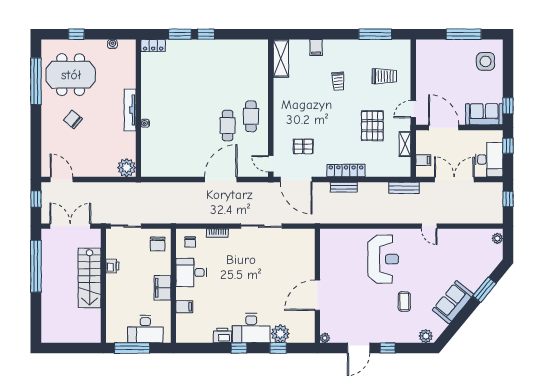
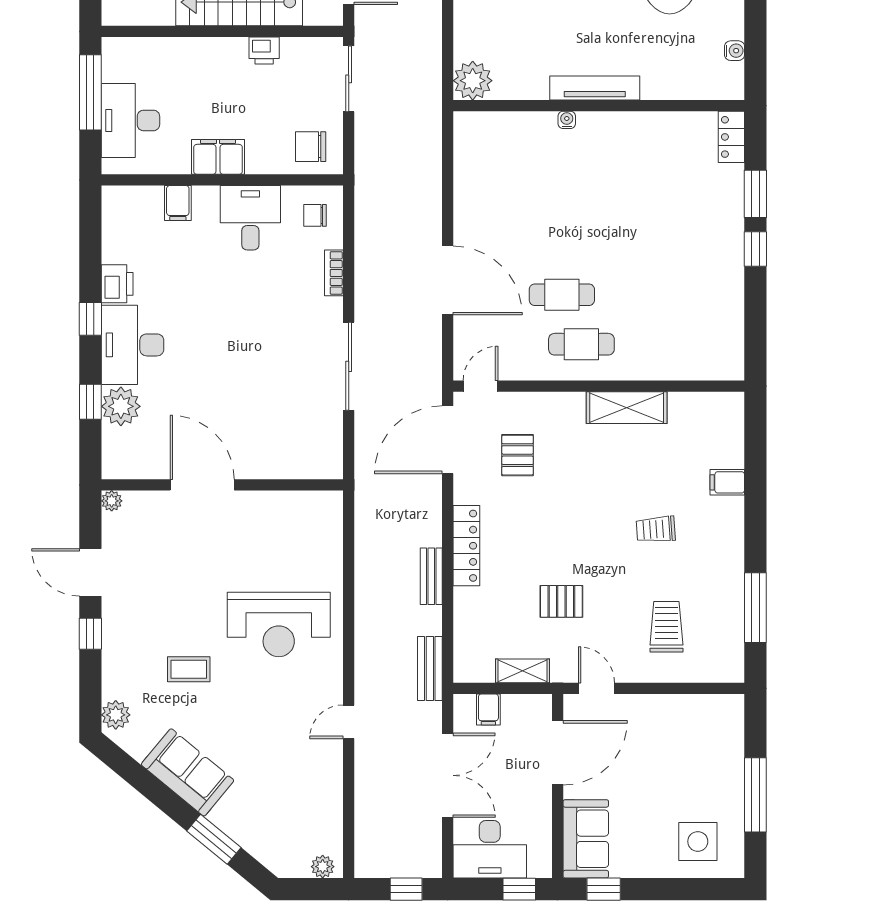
shelving: (281, 58) -> (627, 408), moved
trolley: (384, 76) -> (666, 627), turned 180
pallet: (372, 126) -> (561, 601), width x0.67, depth x0.71
bench: (344, 187) -> (431, 576), moved

